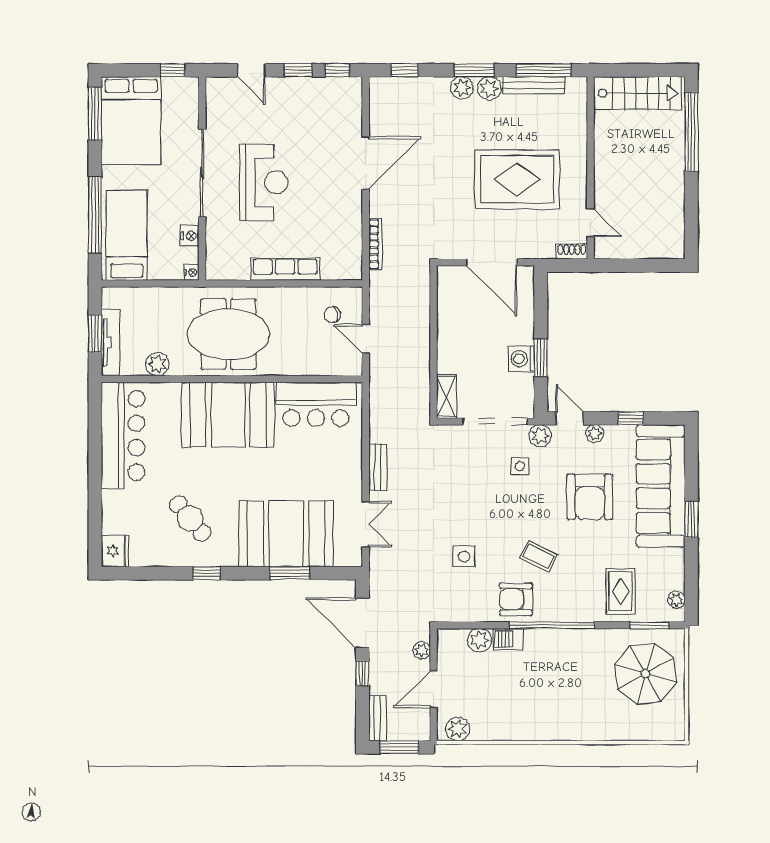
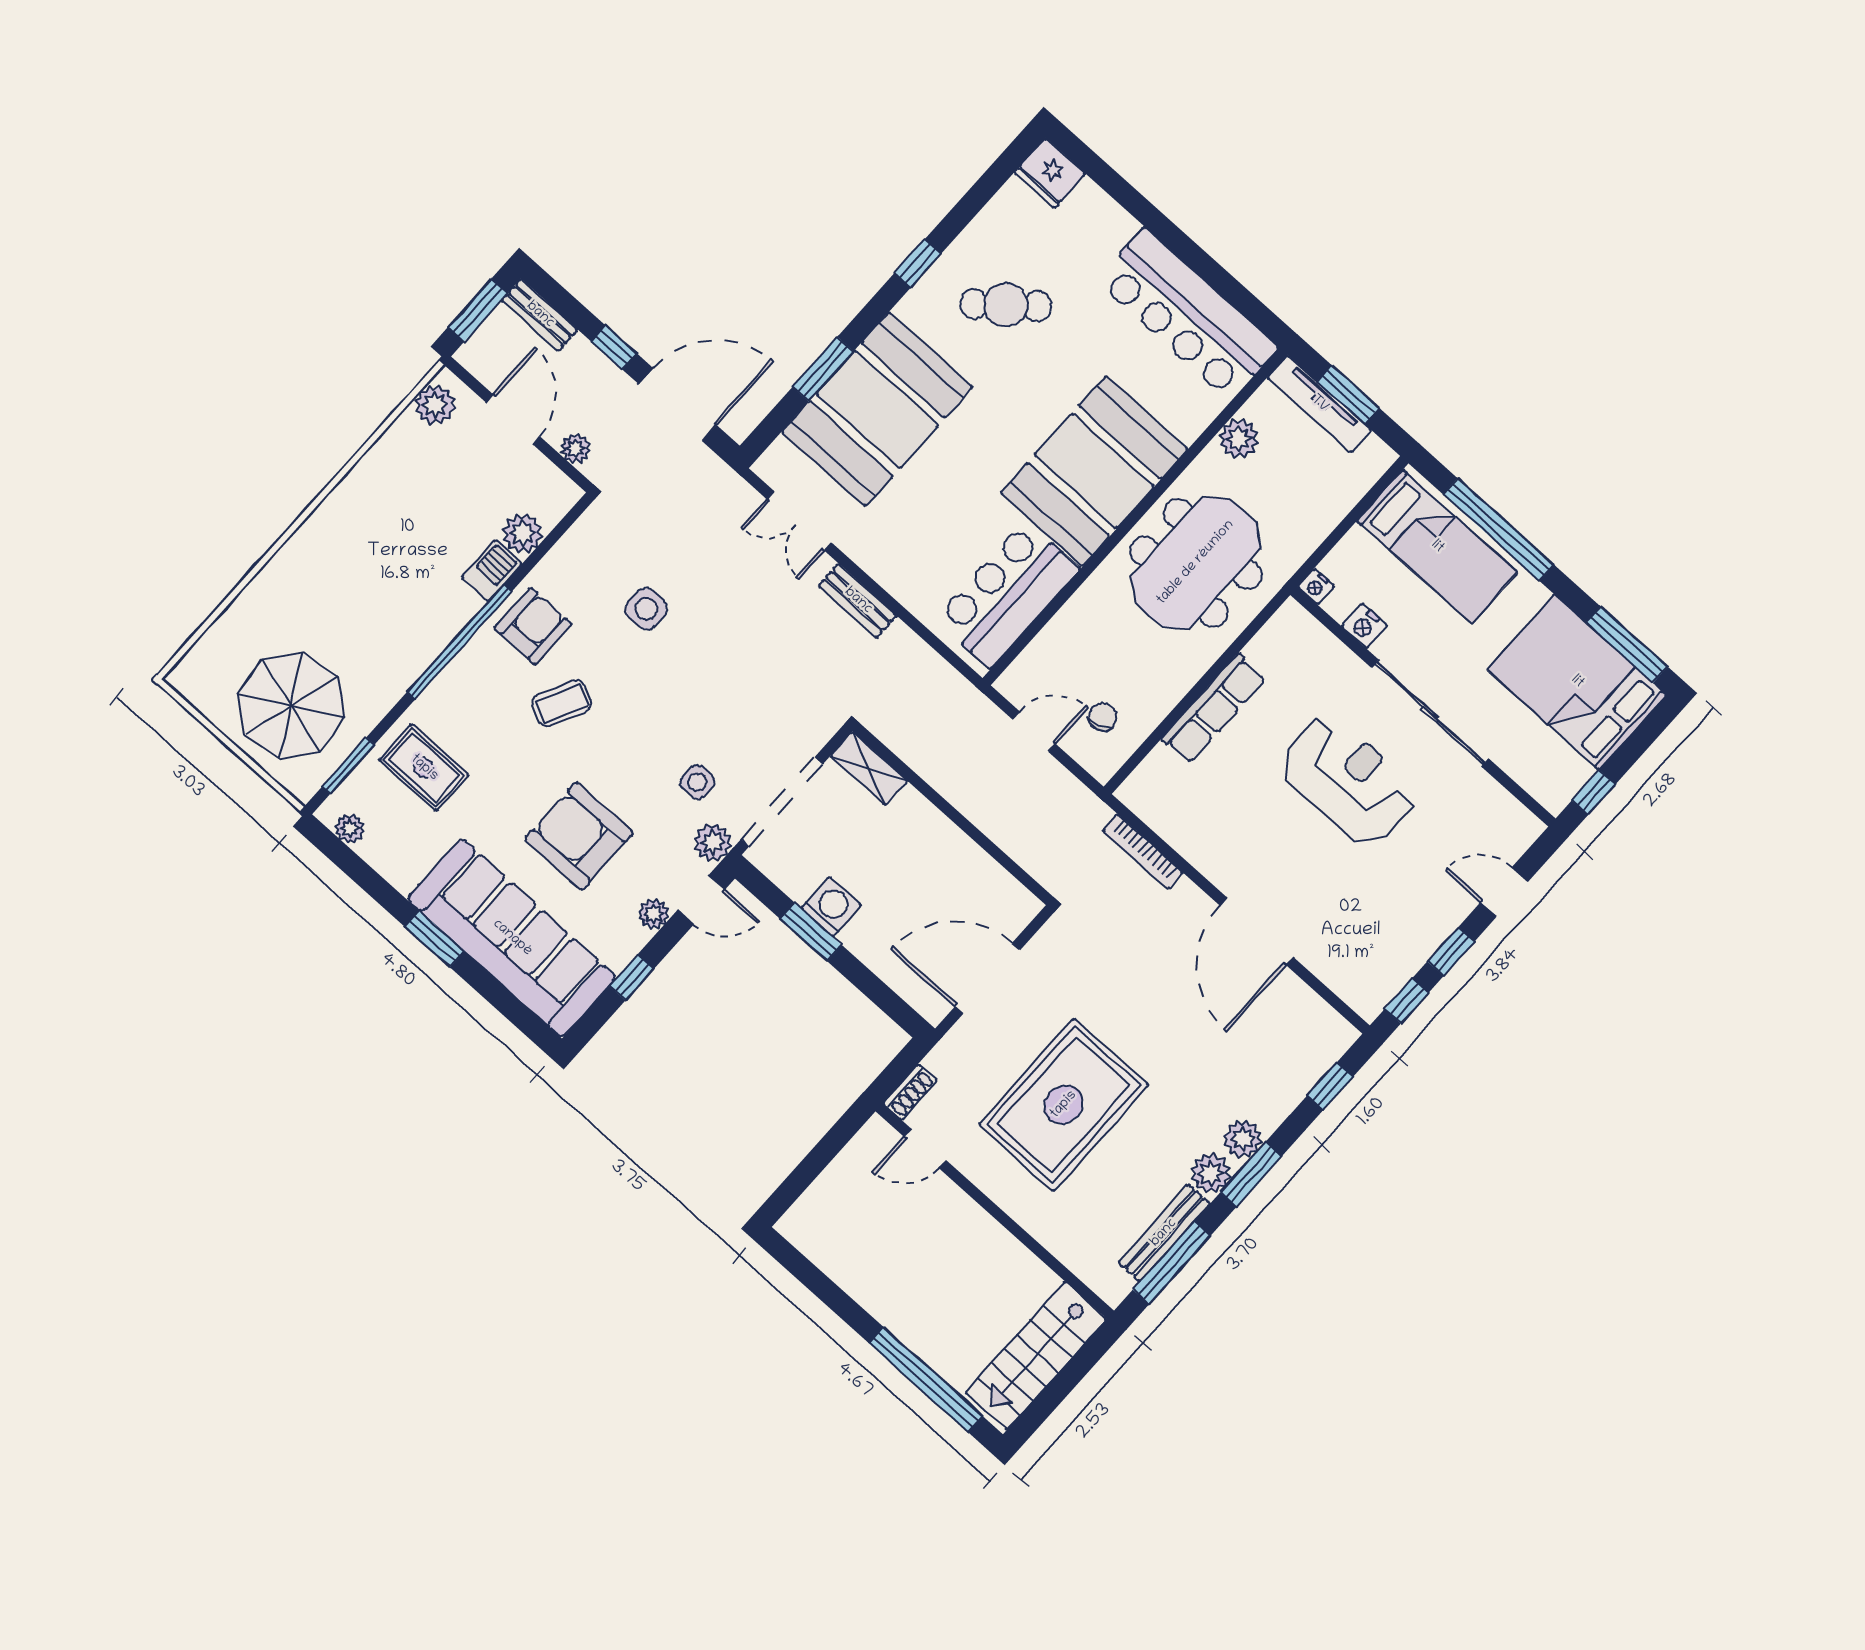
reception desk: (264, 182) -> (1348, 780), turned 180

